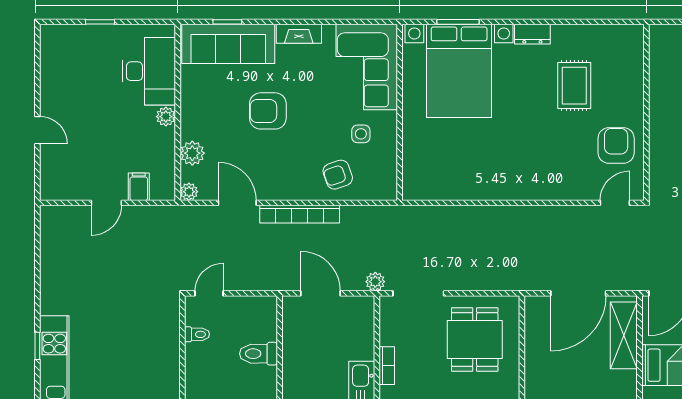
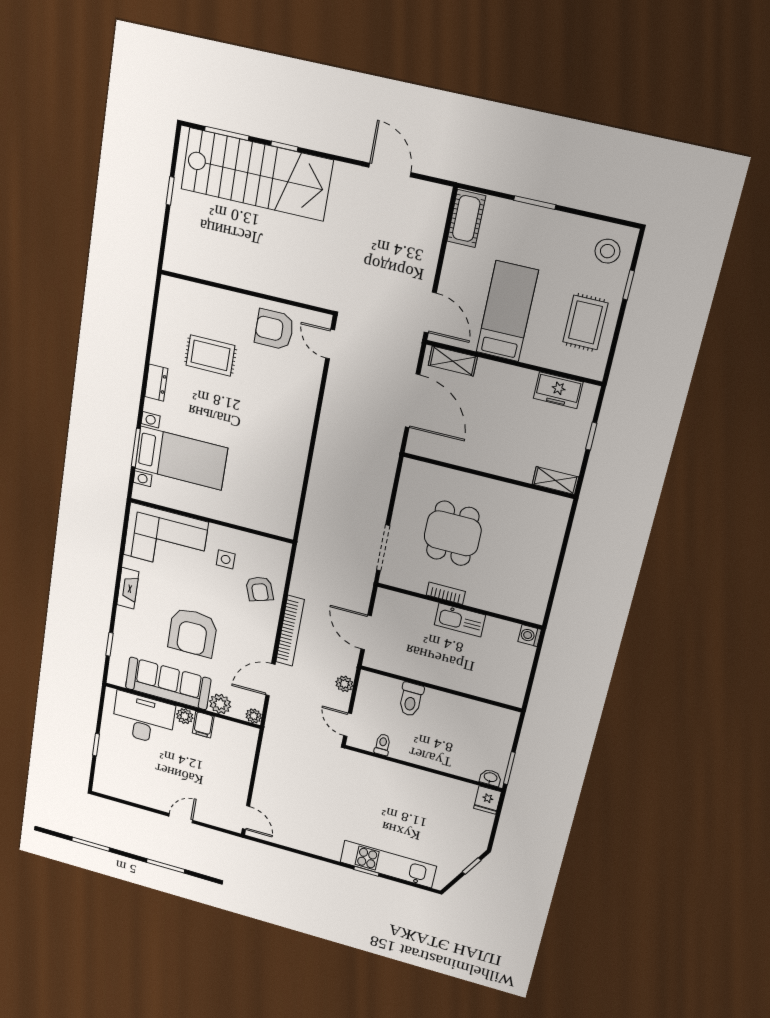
sofa: (228, 44) -> (168, 683), moved, turned -90
bed with nightstands: (459, 71) -> (181, 458), width x0.73
armchair: (268, 111) -> (193, 632), width x1.36, depth x1.36
filing cabinet: (139, 187) -> (203, 725), moved, turned -90
door: (106, 203) -> (246, 818), moved
plant: (375, 282) -> (344, 684), moved
door: (321, 293) -> (366, 632), hinge flipped
shelving: (624, 335) -> (453, 361), width x0.67, depth x0.75
dining table: (475, 339) -> (453, 533), moved, turned 90

